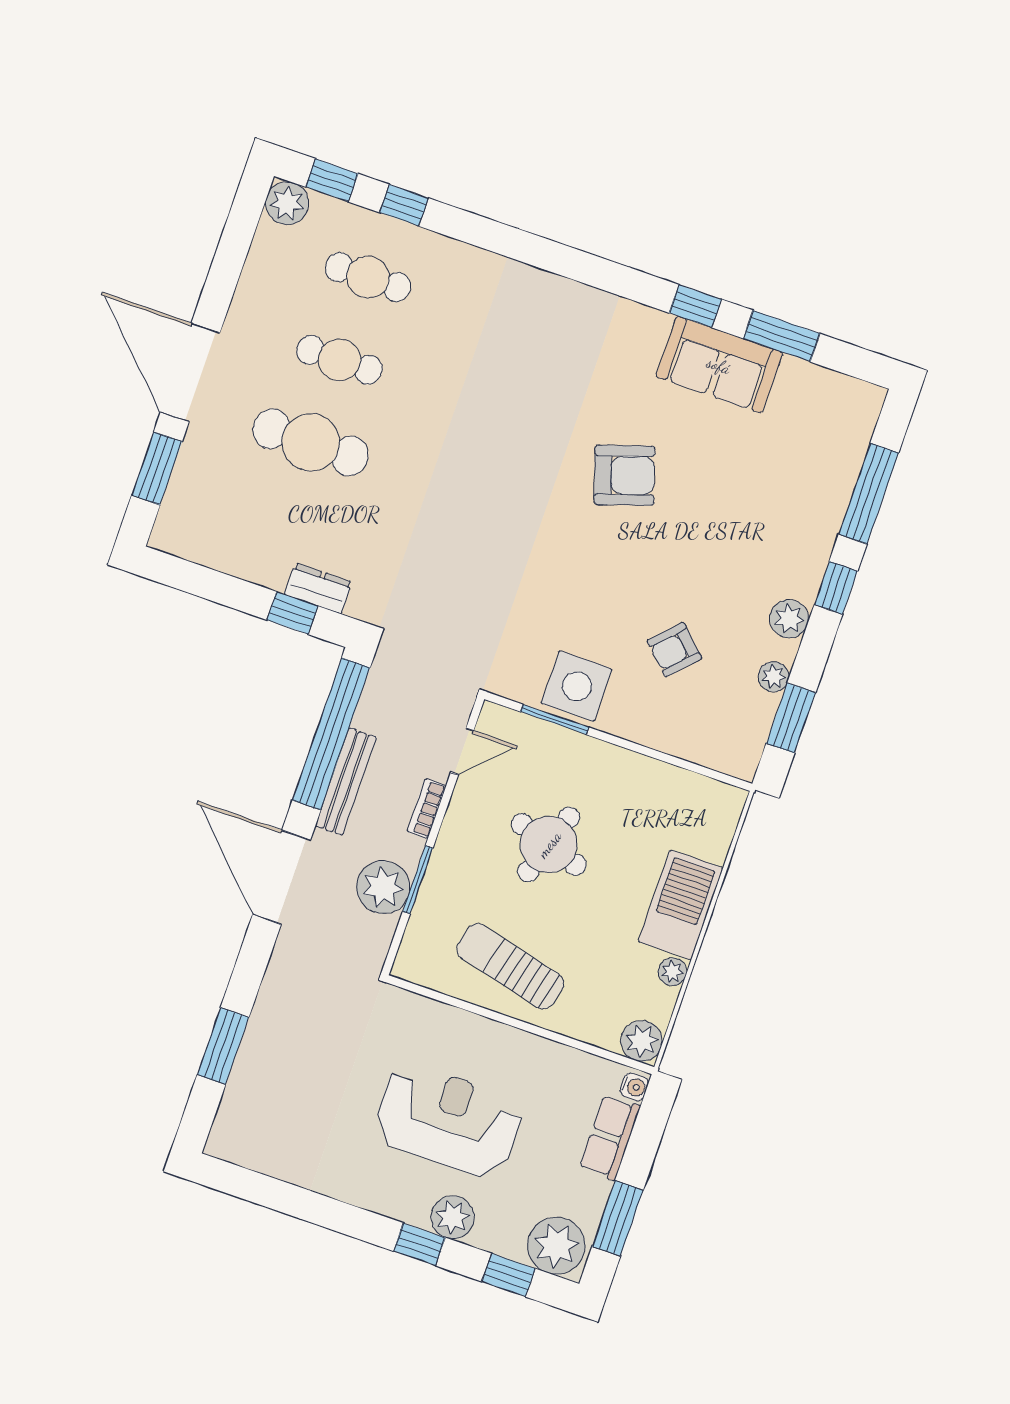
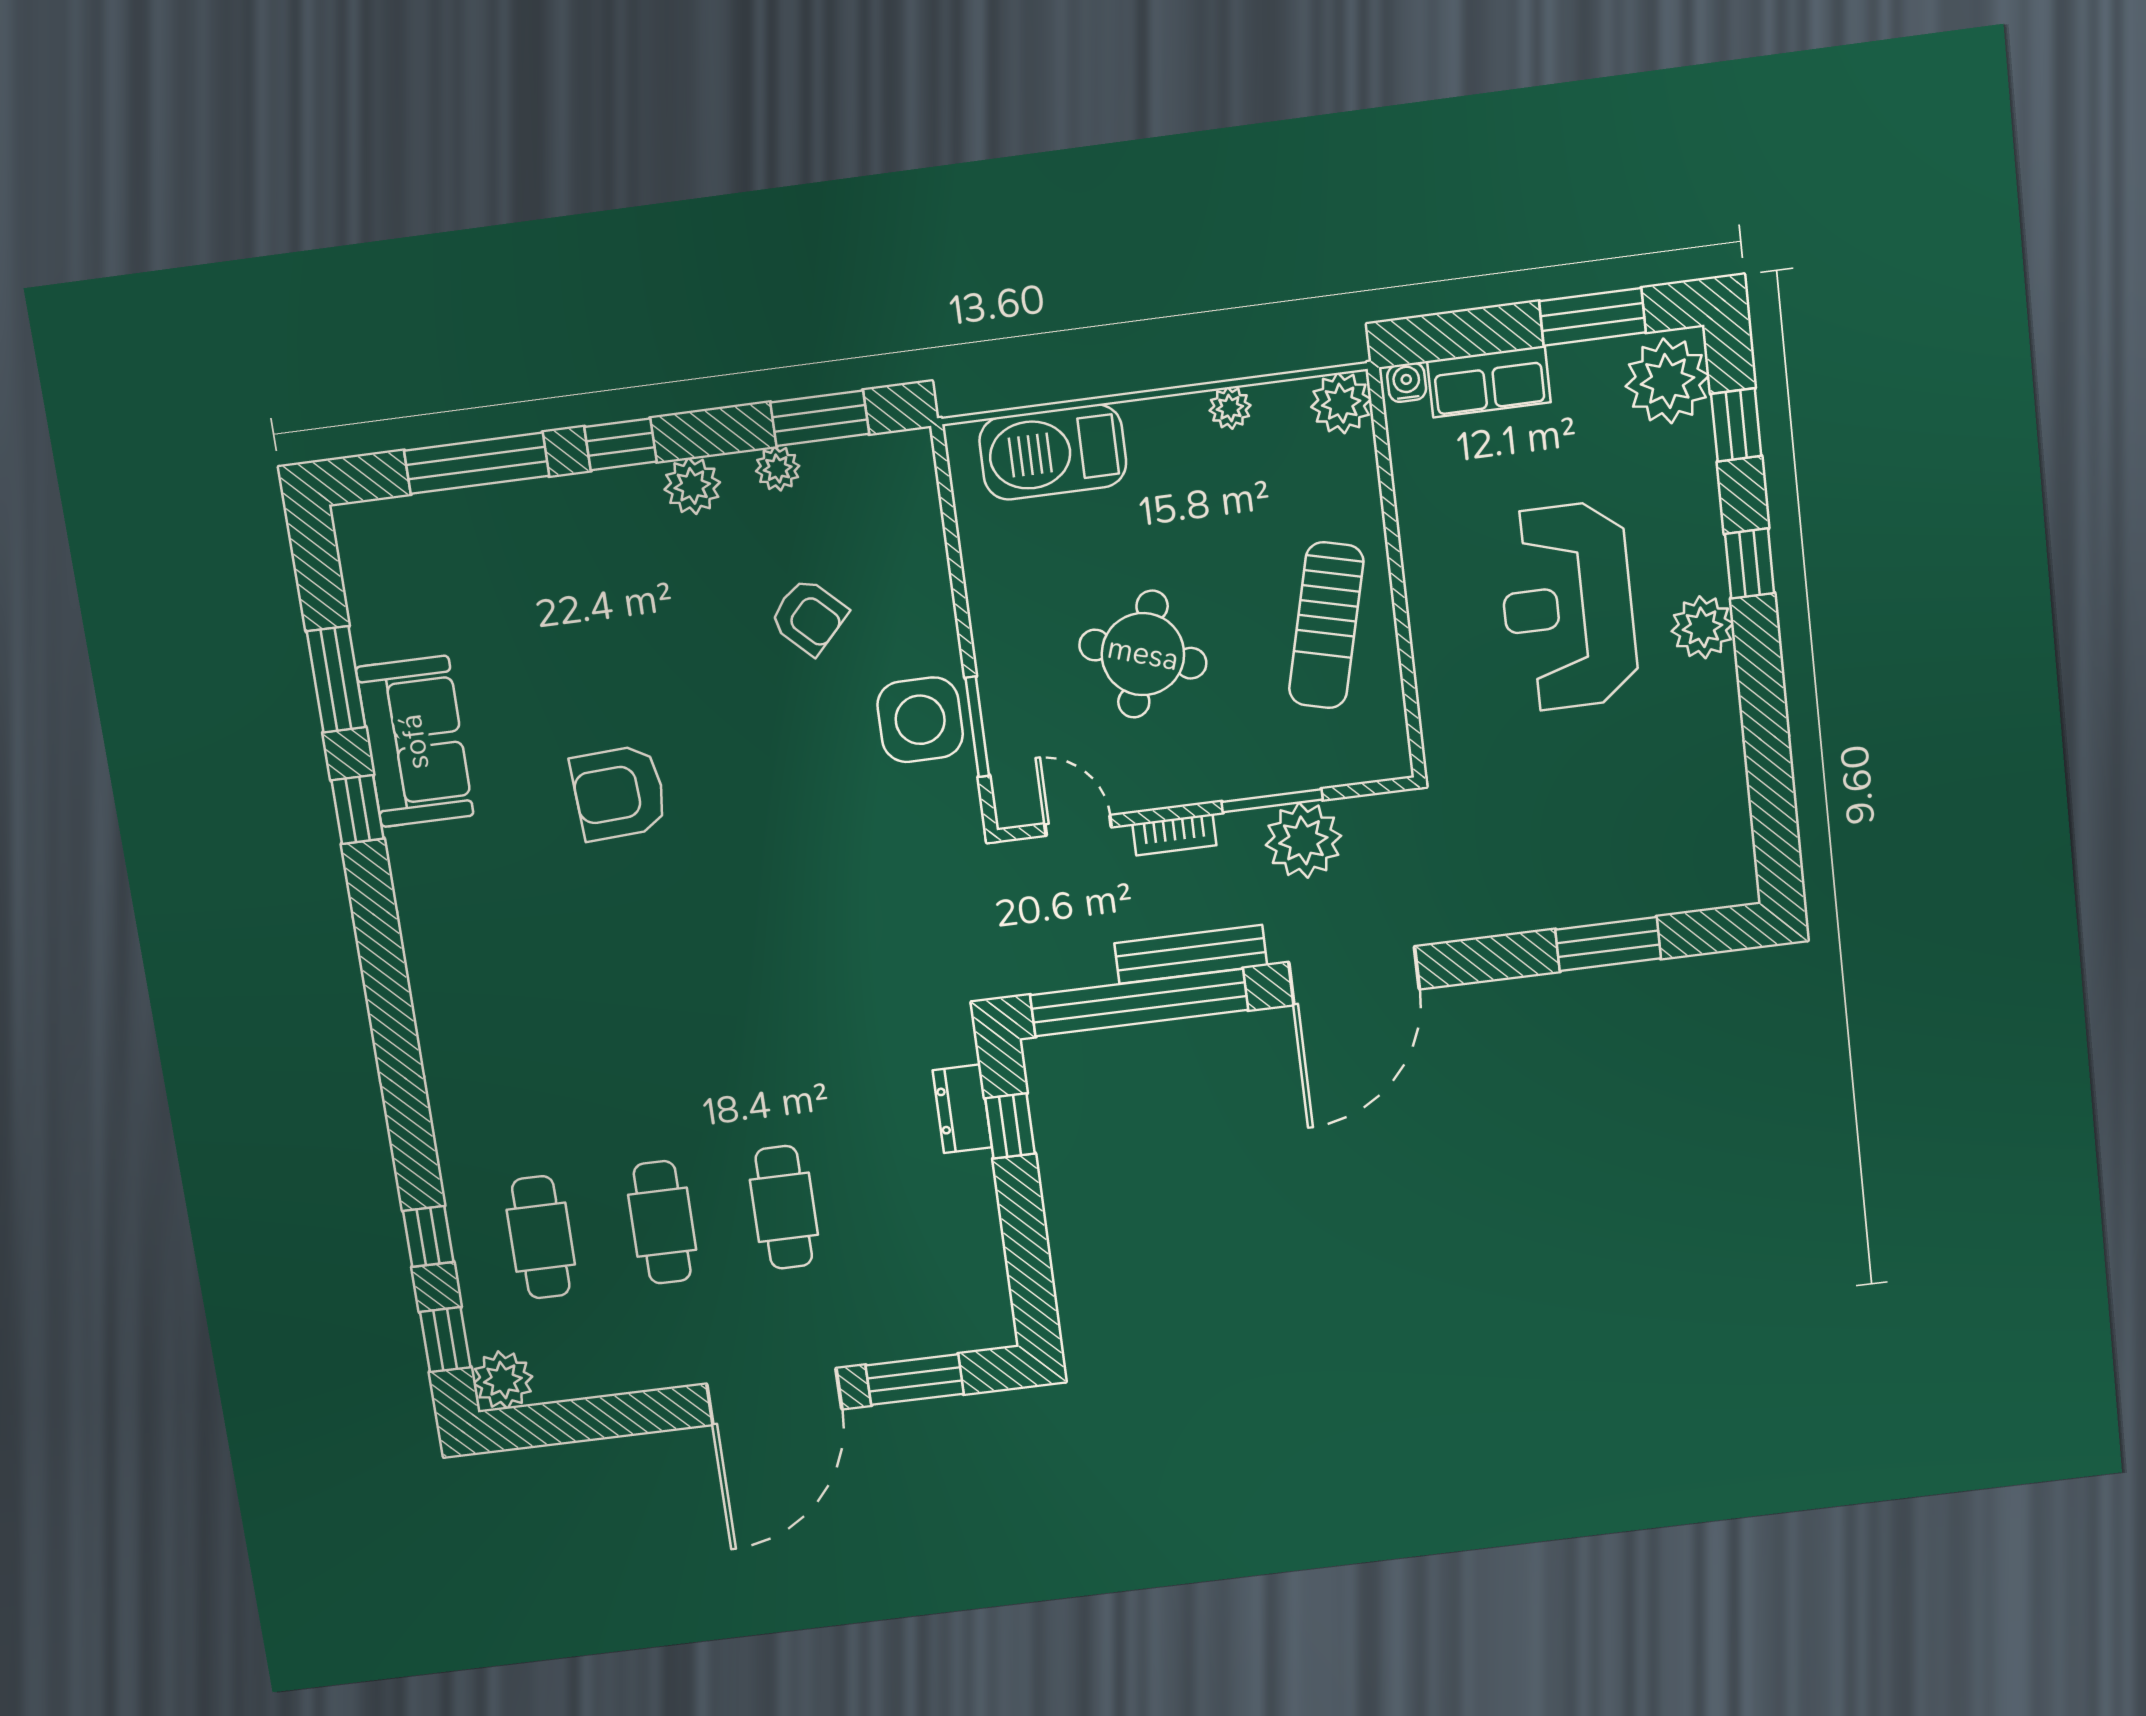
cafe table: (311, 442) -> (784, 1207), width x0.73, depth x0.74
armchair: (624, 475) -> (619, 793), turned -75
barbecue: (681, 905) -> (1053, 452), moved
plant: (452, 1217) -> (1702, 627), moved

